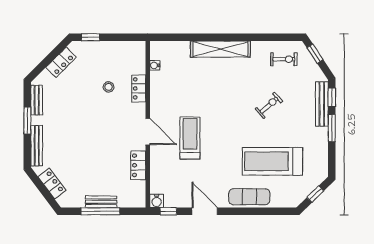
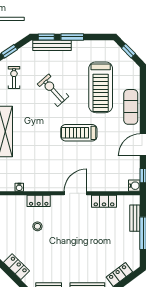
exercise bike: (269, 105) -> (53, 90), width x1.38, depth x1.39
treadmill: (190, 138) -> (79, 133), moved
bench: (101, 202) -> (135, 218), moved

